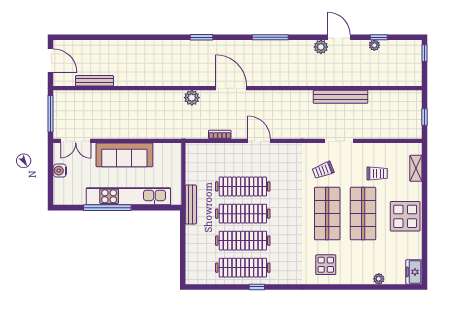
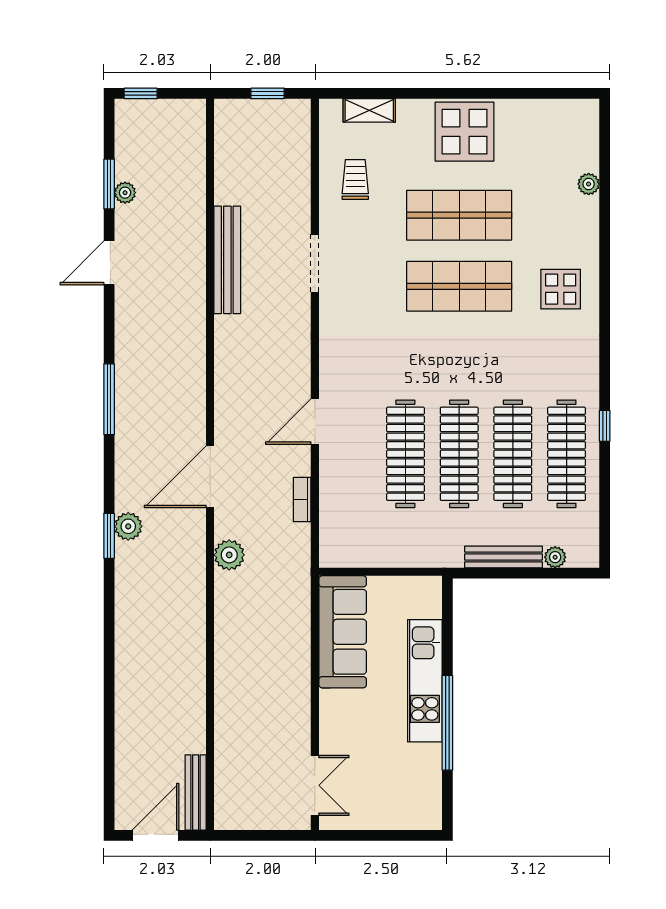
window: (379, 37) -> (109, 184), width x1.50
plant: (321, 47) -> (128, 526), moved
bench: (94, 81) -> (196, 792), moved
window: (51, 114) -> (261, 835), removed
sofa: (124, 155) -> (343, 632), moved
trolley: (323, 170) -> (373, 295), removed
water cooler: (60, 171) -> (374, 817), removed
trolley: (377, 173) -> (355, 179), moved
kitchen unit: (128, 196) -> (425, 681), width x0.73
bench: (191, 204) -> (503, 557), moved
plant: (191, 262) -> (555, 557), added
freezer: (414, 272) -> (575, 114), removed

